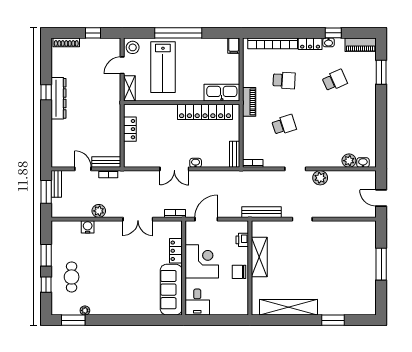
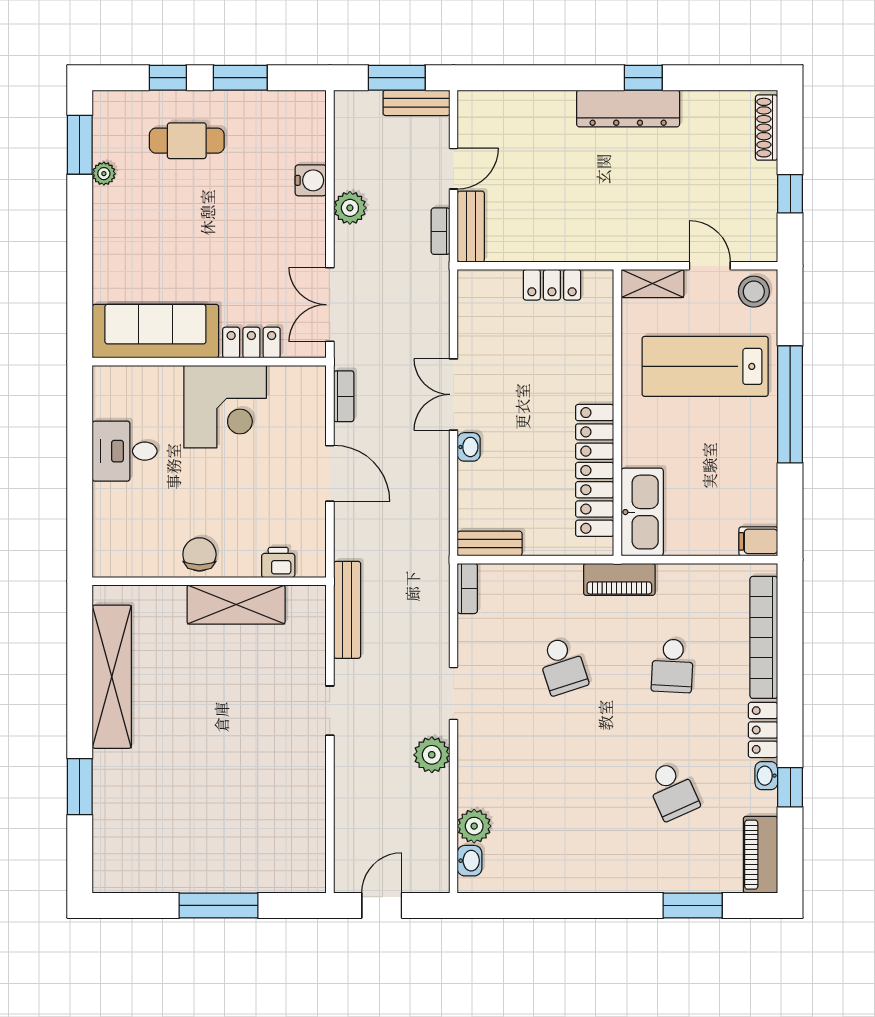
locker: (176, 251) -> (251, 343), moved
corner desk: (202, 261) -> (225, 407), moved
wall: (184, 268) -> (209, 362), moved
sofa: (171, 290) -> (155, 331), moved

